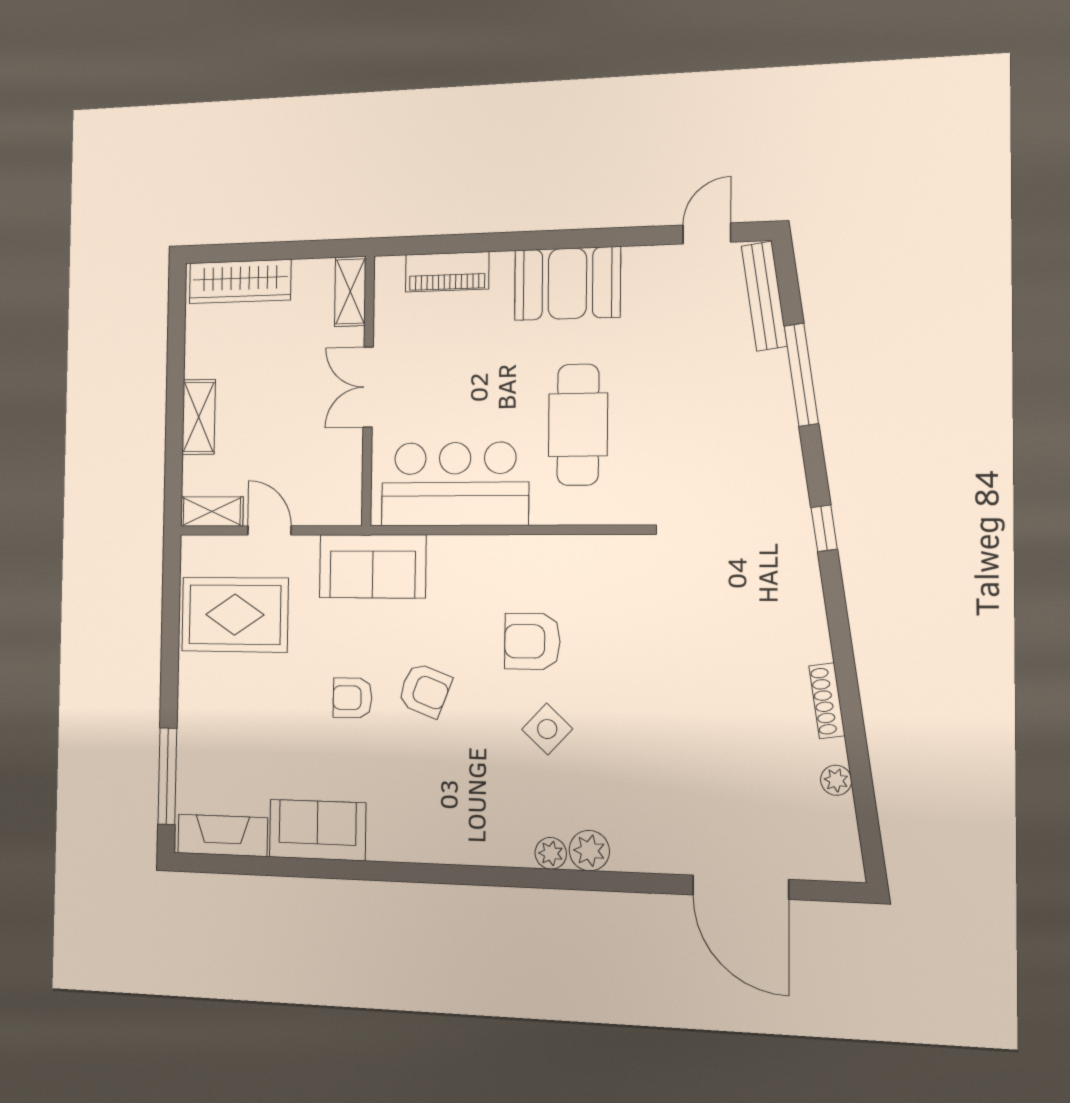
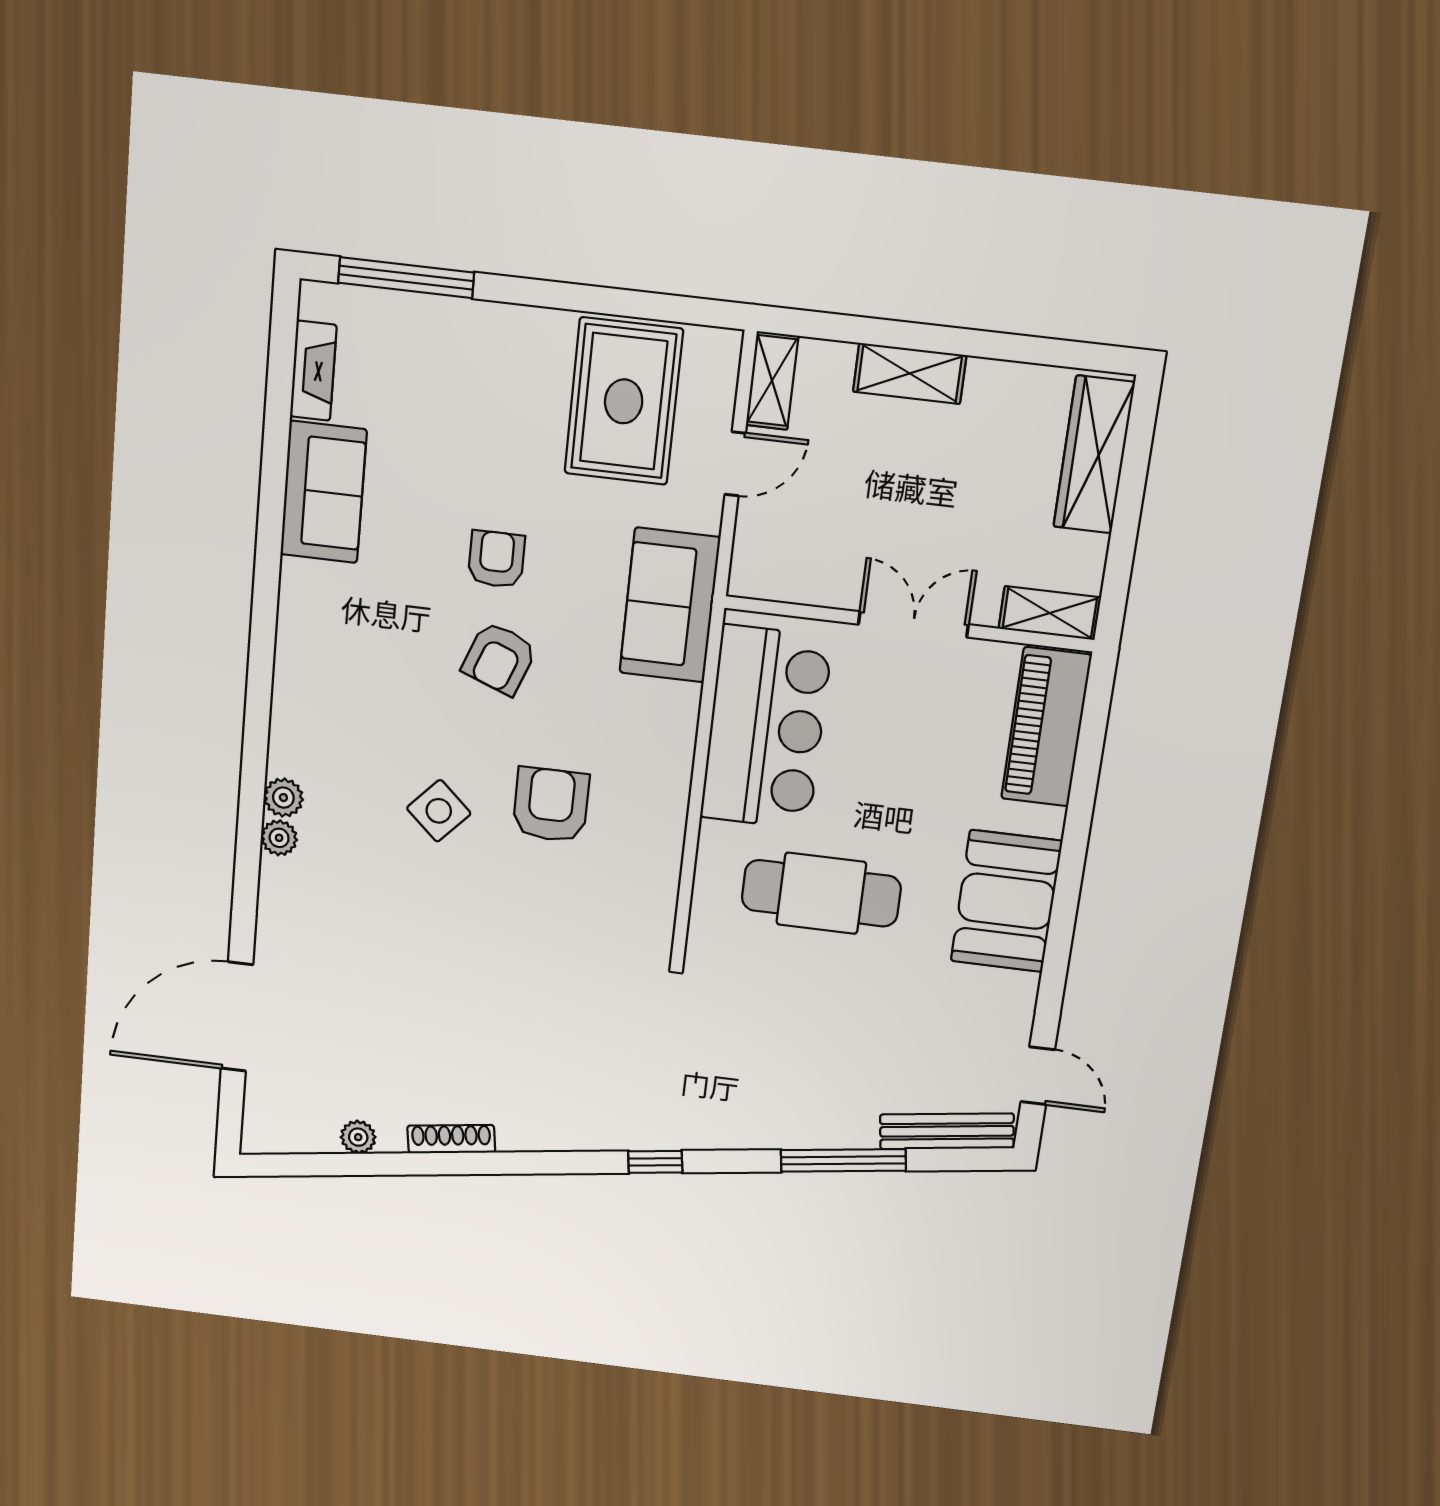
piano: (447, 272) -> (1046, 727), width x1.37, depth x1.33
fireplace: (223, 835) -> (313, 371), width x0.73, depth x0.76
plant: (589, 851) -> (279, 838), width x0.73, depth x0.73

